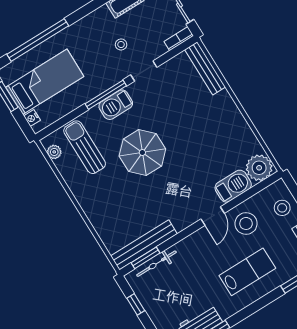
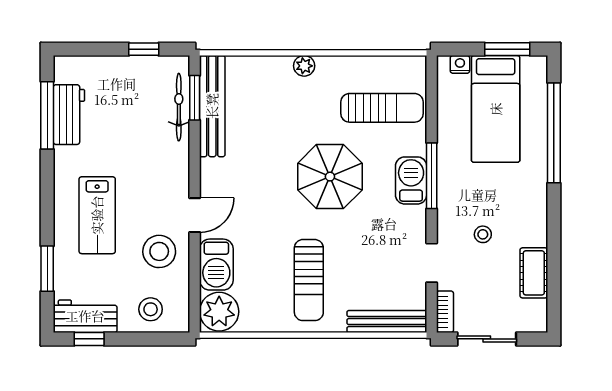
doorway: (144, 71) -> (432, 263), moved
sun lounger: (209, 128) -> (309, 280), added
plant: (54, 152) -> (304, 66), moved
door: (213, 216) -> (195, 215), swing flipped

